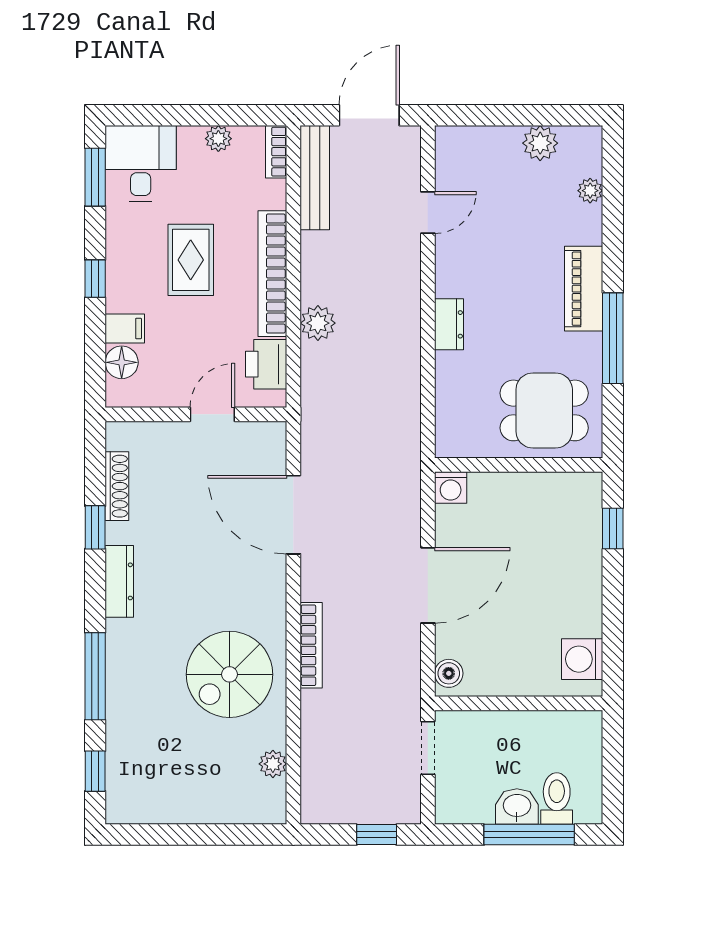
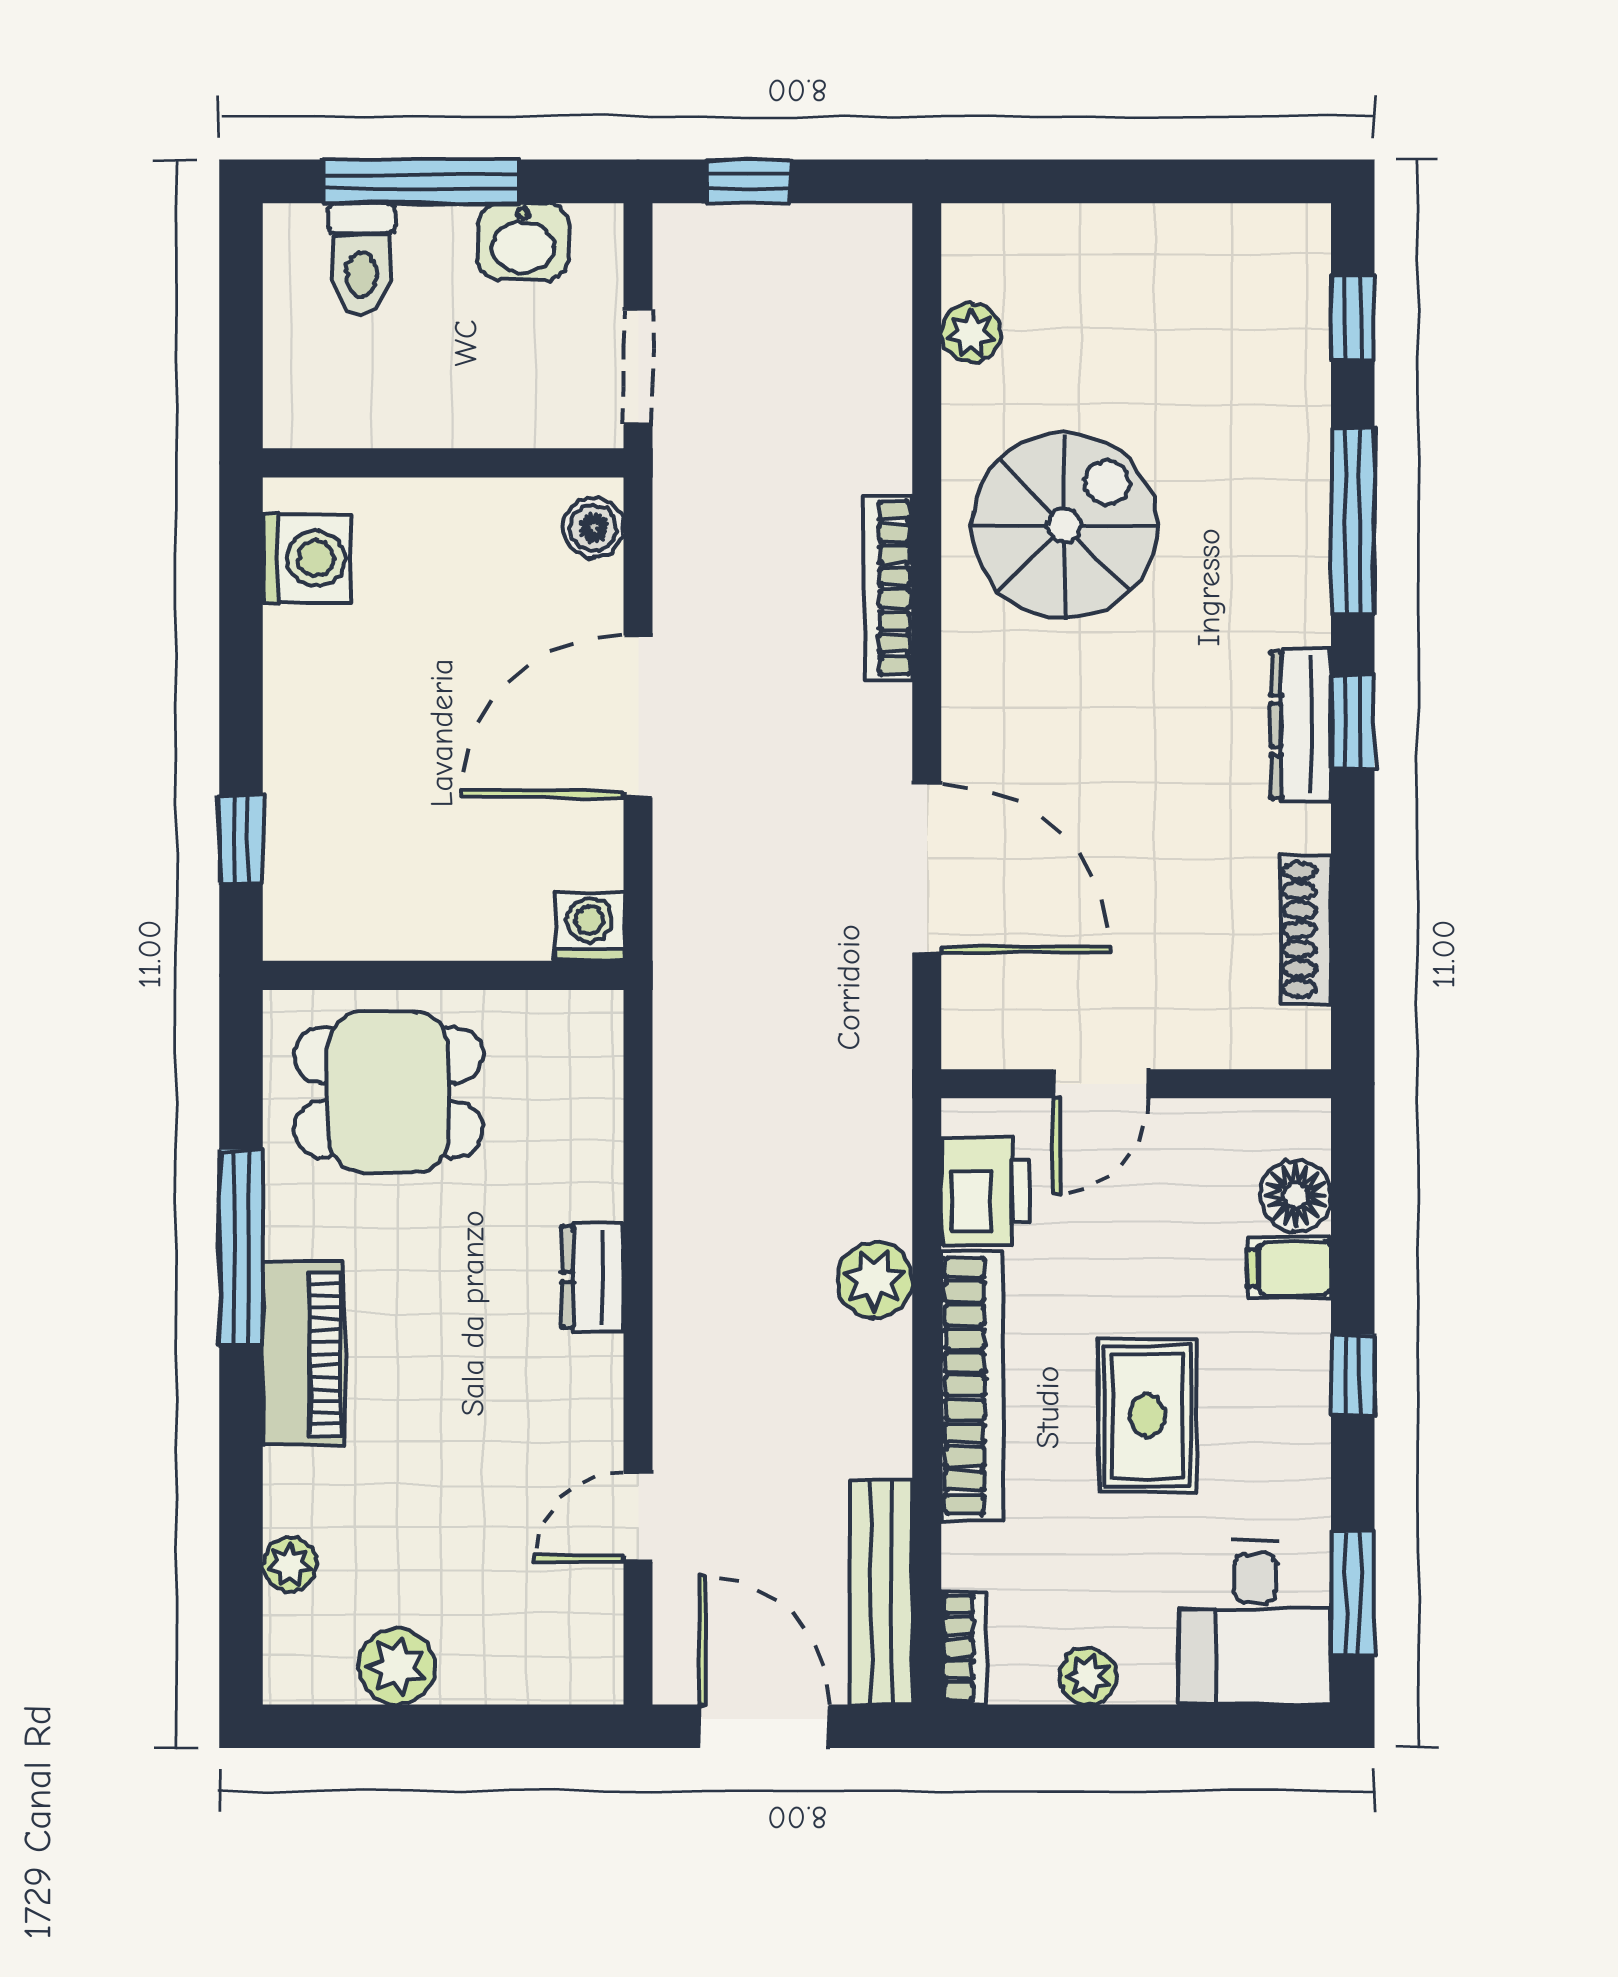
door: (369, 115) -> (764, 1726), swing flipped
window: (95, 527) -> (1353, 723), moved
washbasin: (517, 807) -> (523, 242), moved

